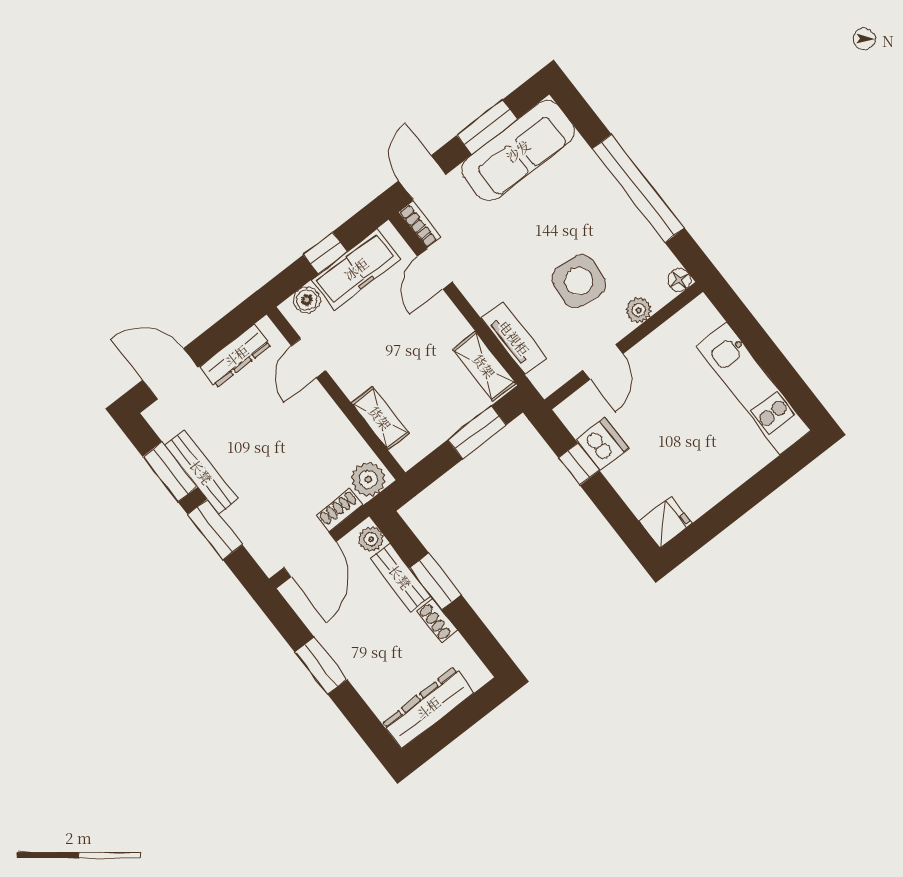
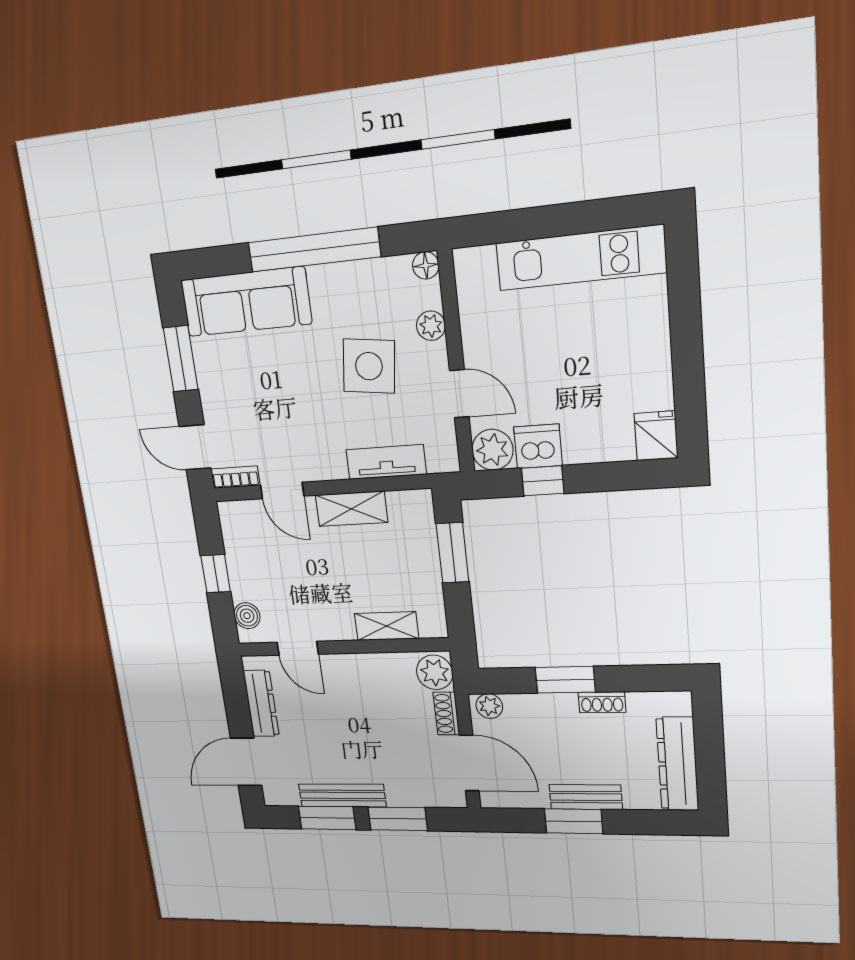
sofa: (518, 151) -> (246, 302), moved, turned 90
freezer: (356, 269) -> (244, 558), removed
shelving: (484, 366) -> (352, 509), moved
plant: (577, 413) -> (492, 450), added
bench: (400, 577) -> (586, 797), moved

